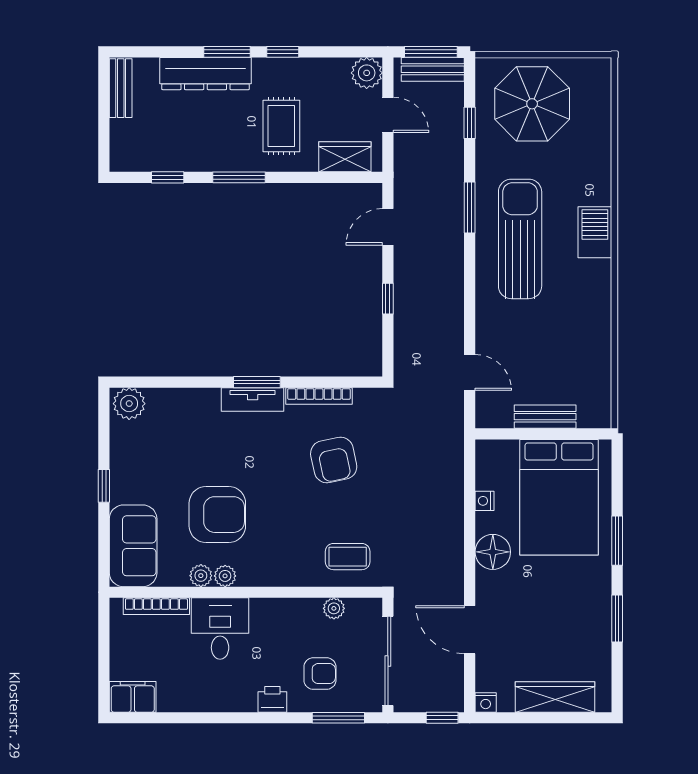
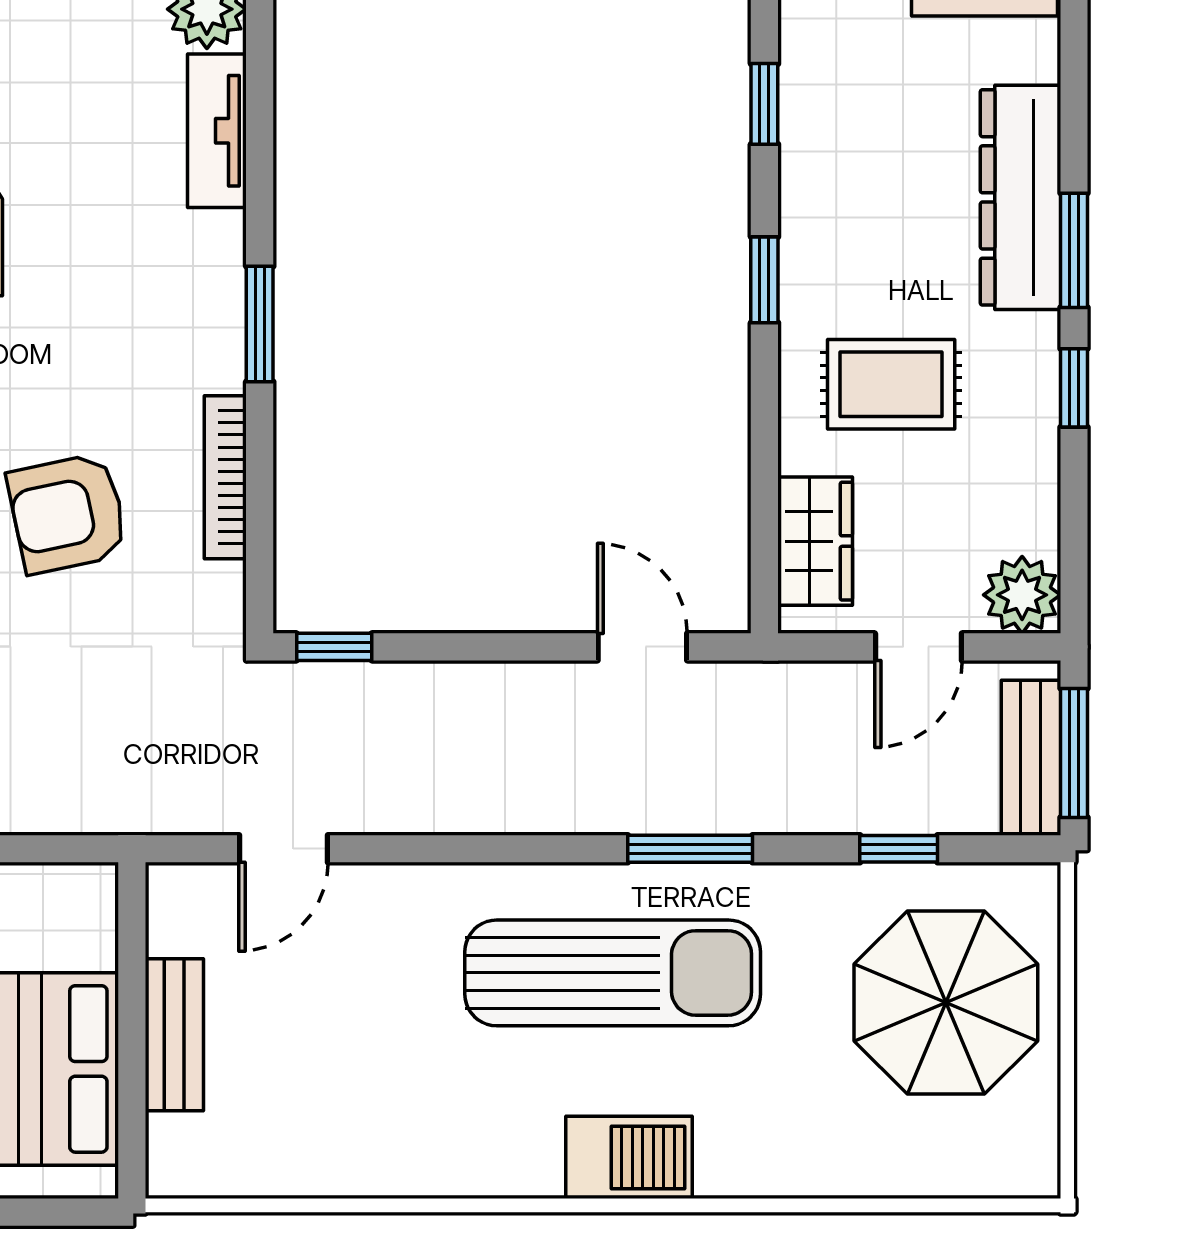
window: (239, 177) -> (764, 280), width x0.67
window: (388, 299) -> (334, 647), moved
tv unit: (253, 399) -> (217, 131), moved

